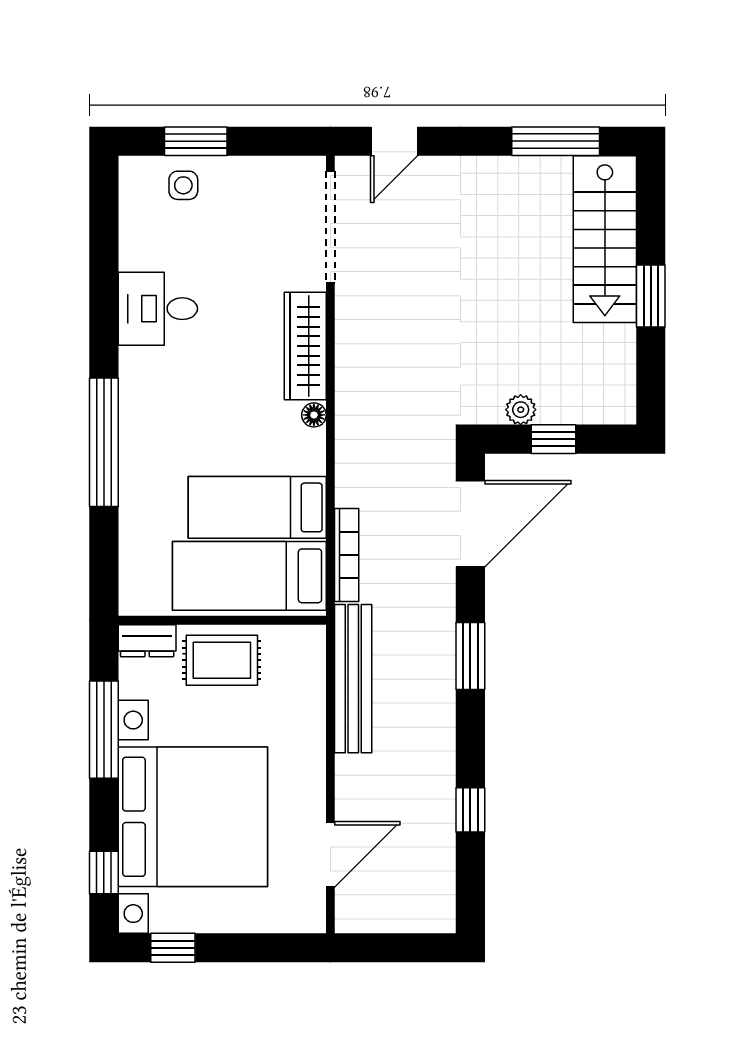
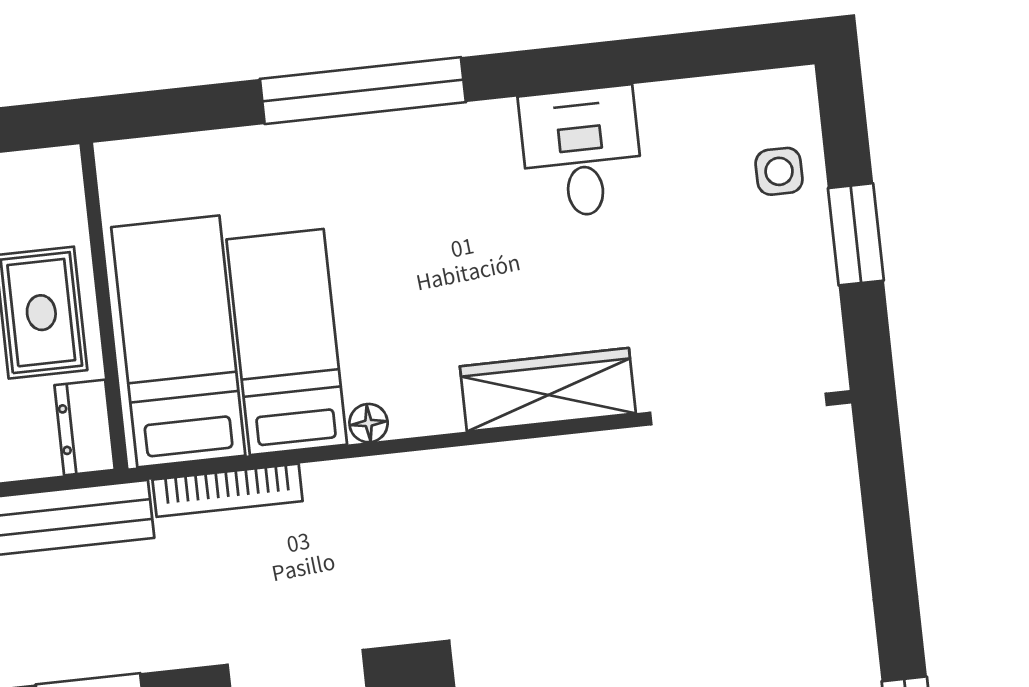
window: (196, 141) -> (856, 234), moved
door: (394, 141) -> (884, 494), removed
floor lamp: (314, 415) -> (369, 423), moved
dresser: (147, 641) -> (85, 428), moved

